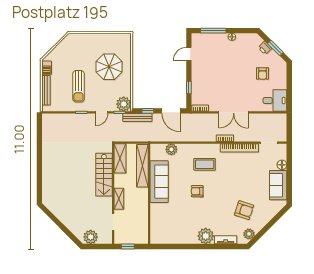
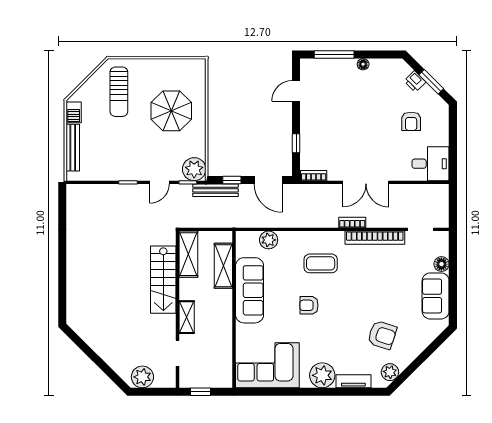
sun lounger: (78, 86) -> (119, 92), moved
shelving: (142, 166) -> (223, 266), width x0.68
corner sofa: (171, 229) -> (267, 365), added

